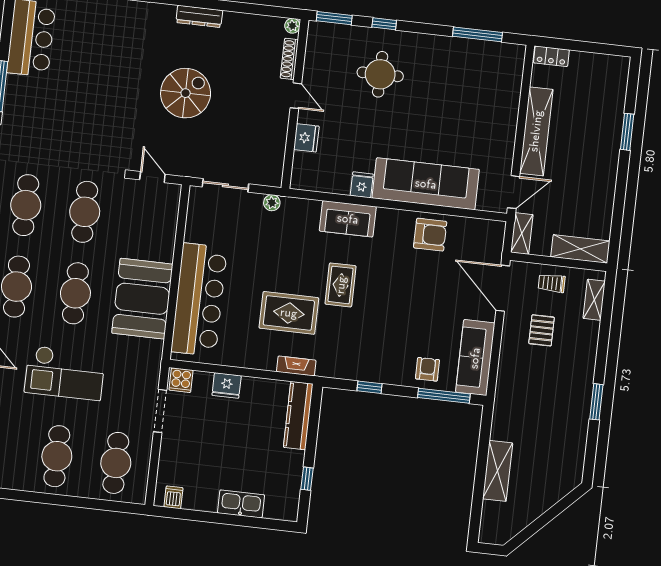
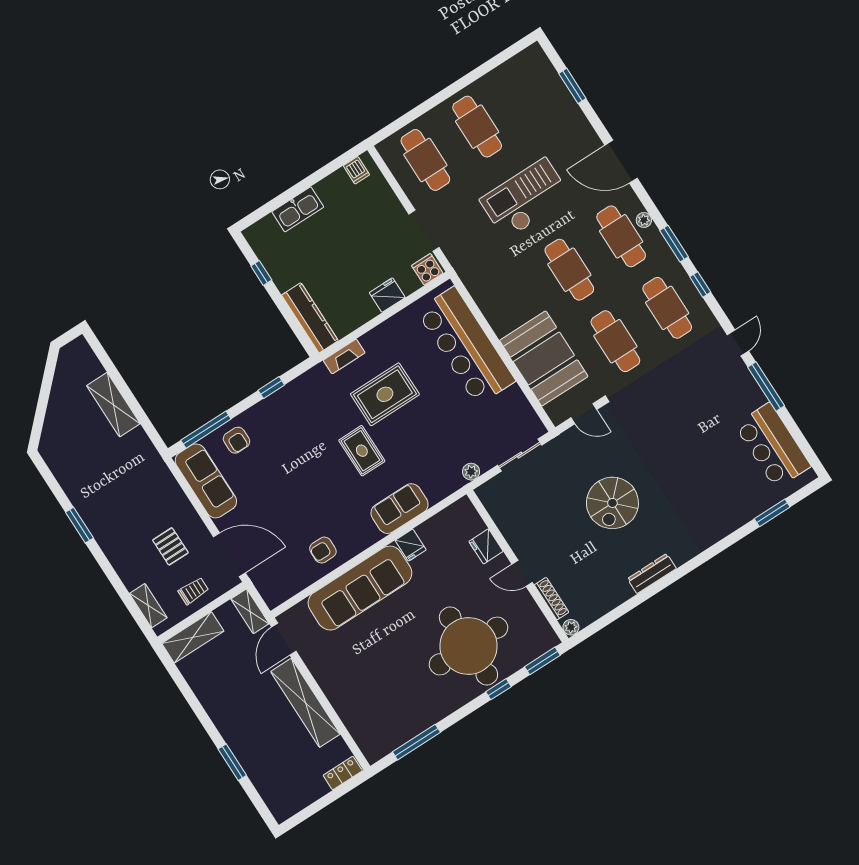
round table: (380, 74) -> (468, 646), width x1.86, depth x1.86
armchair: (430, 235) -> (323, 550), width x0.72, depth x0.72
booth: (142, 299) -> (544, 358), moved

